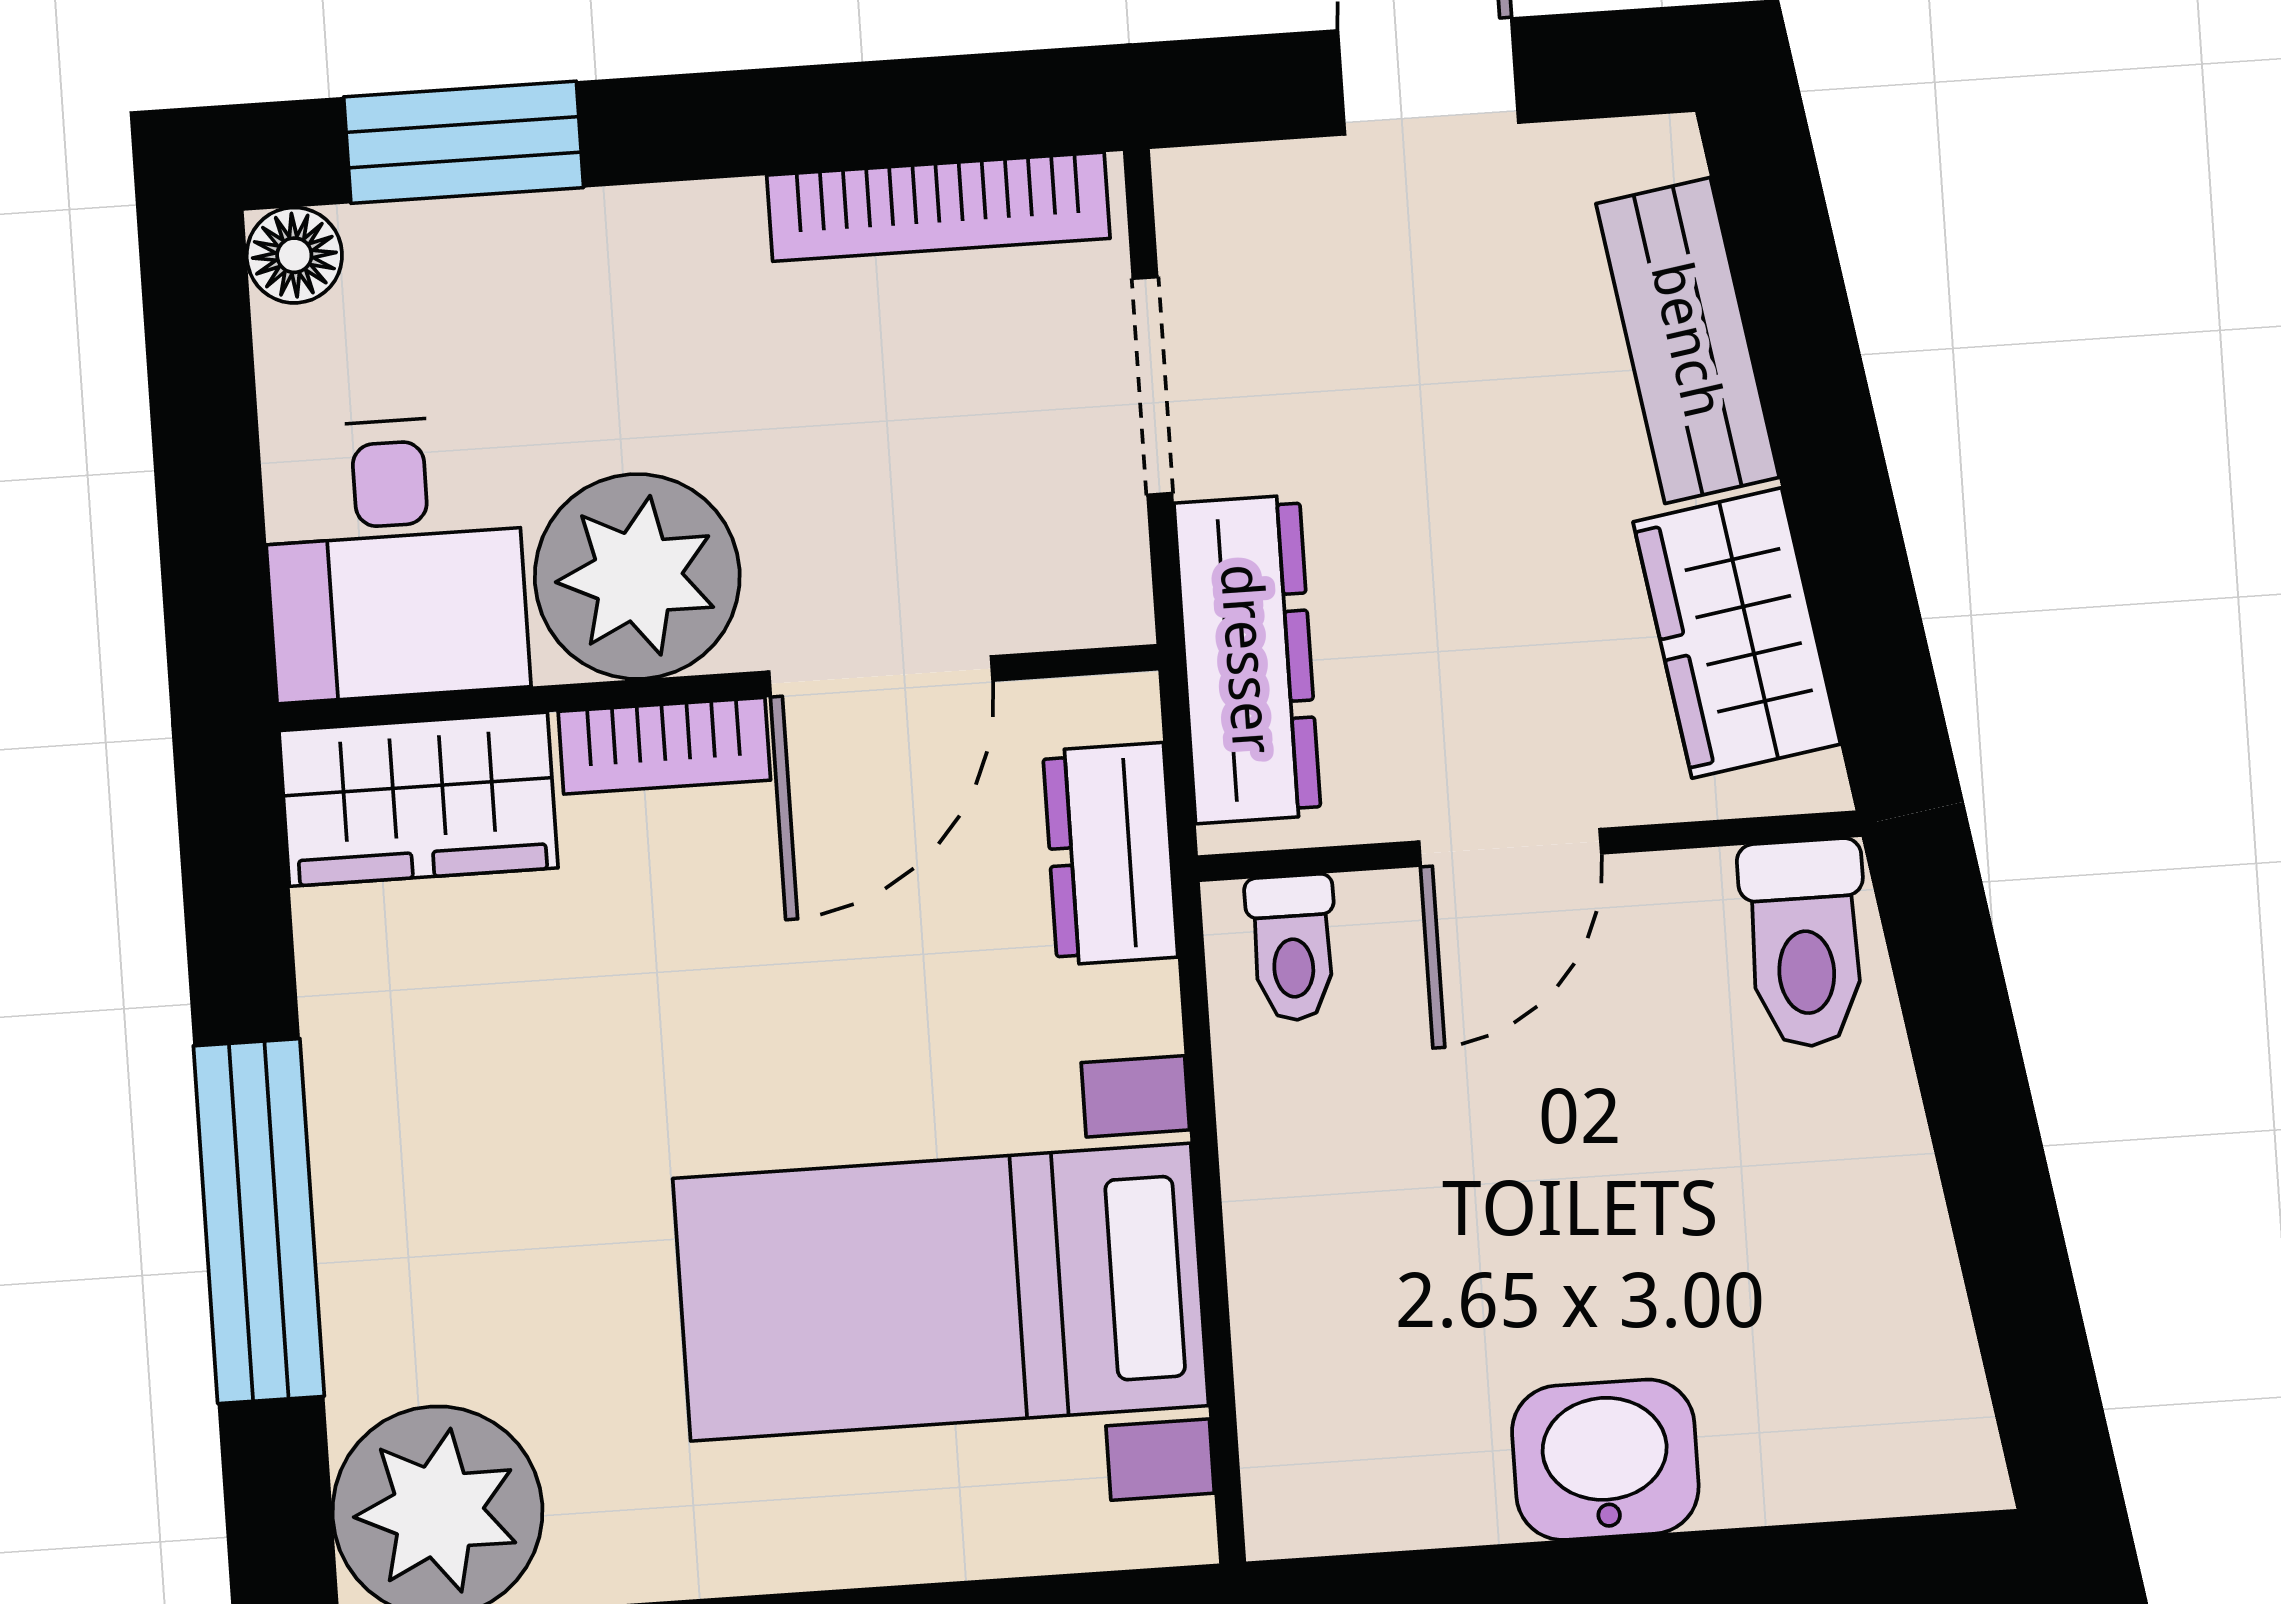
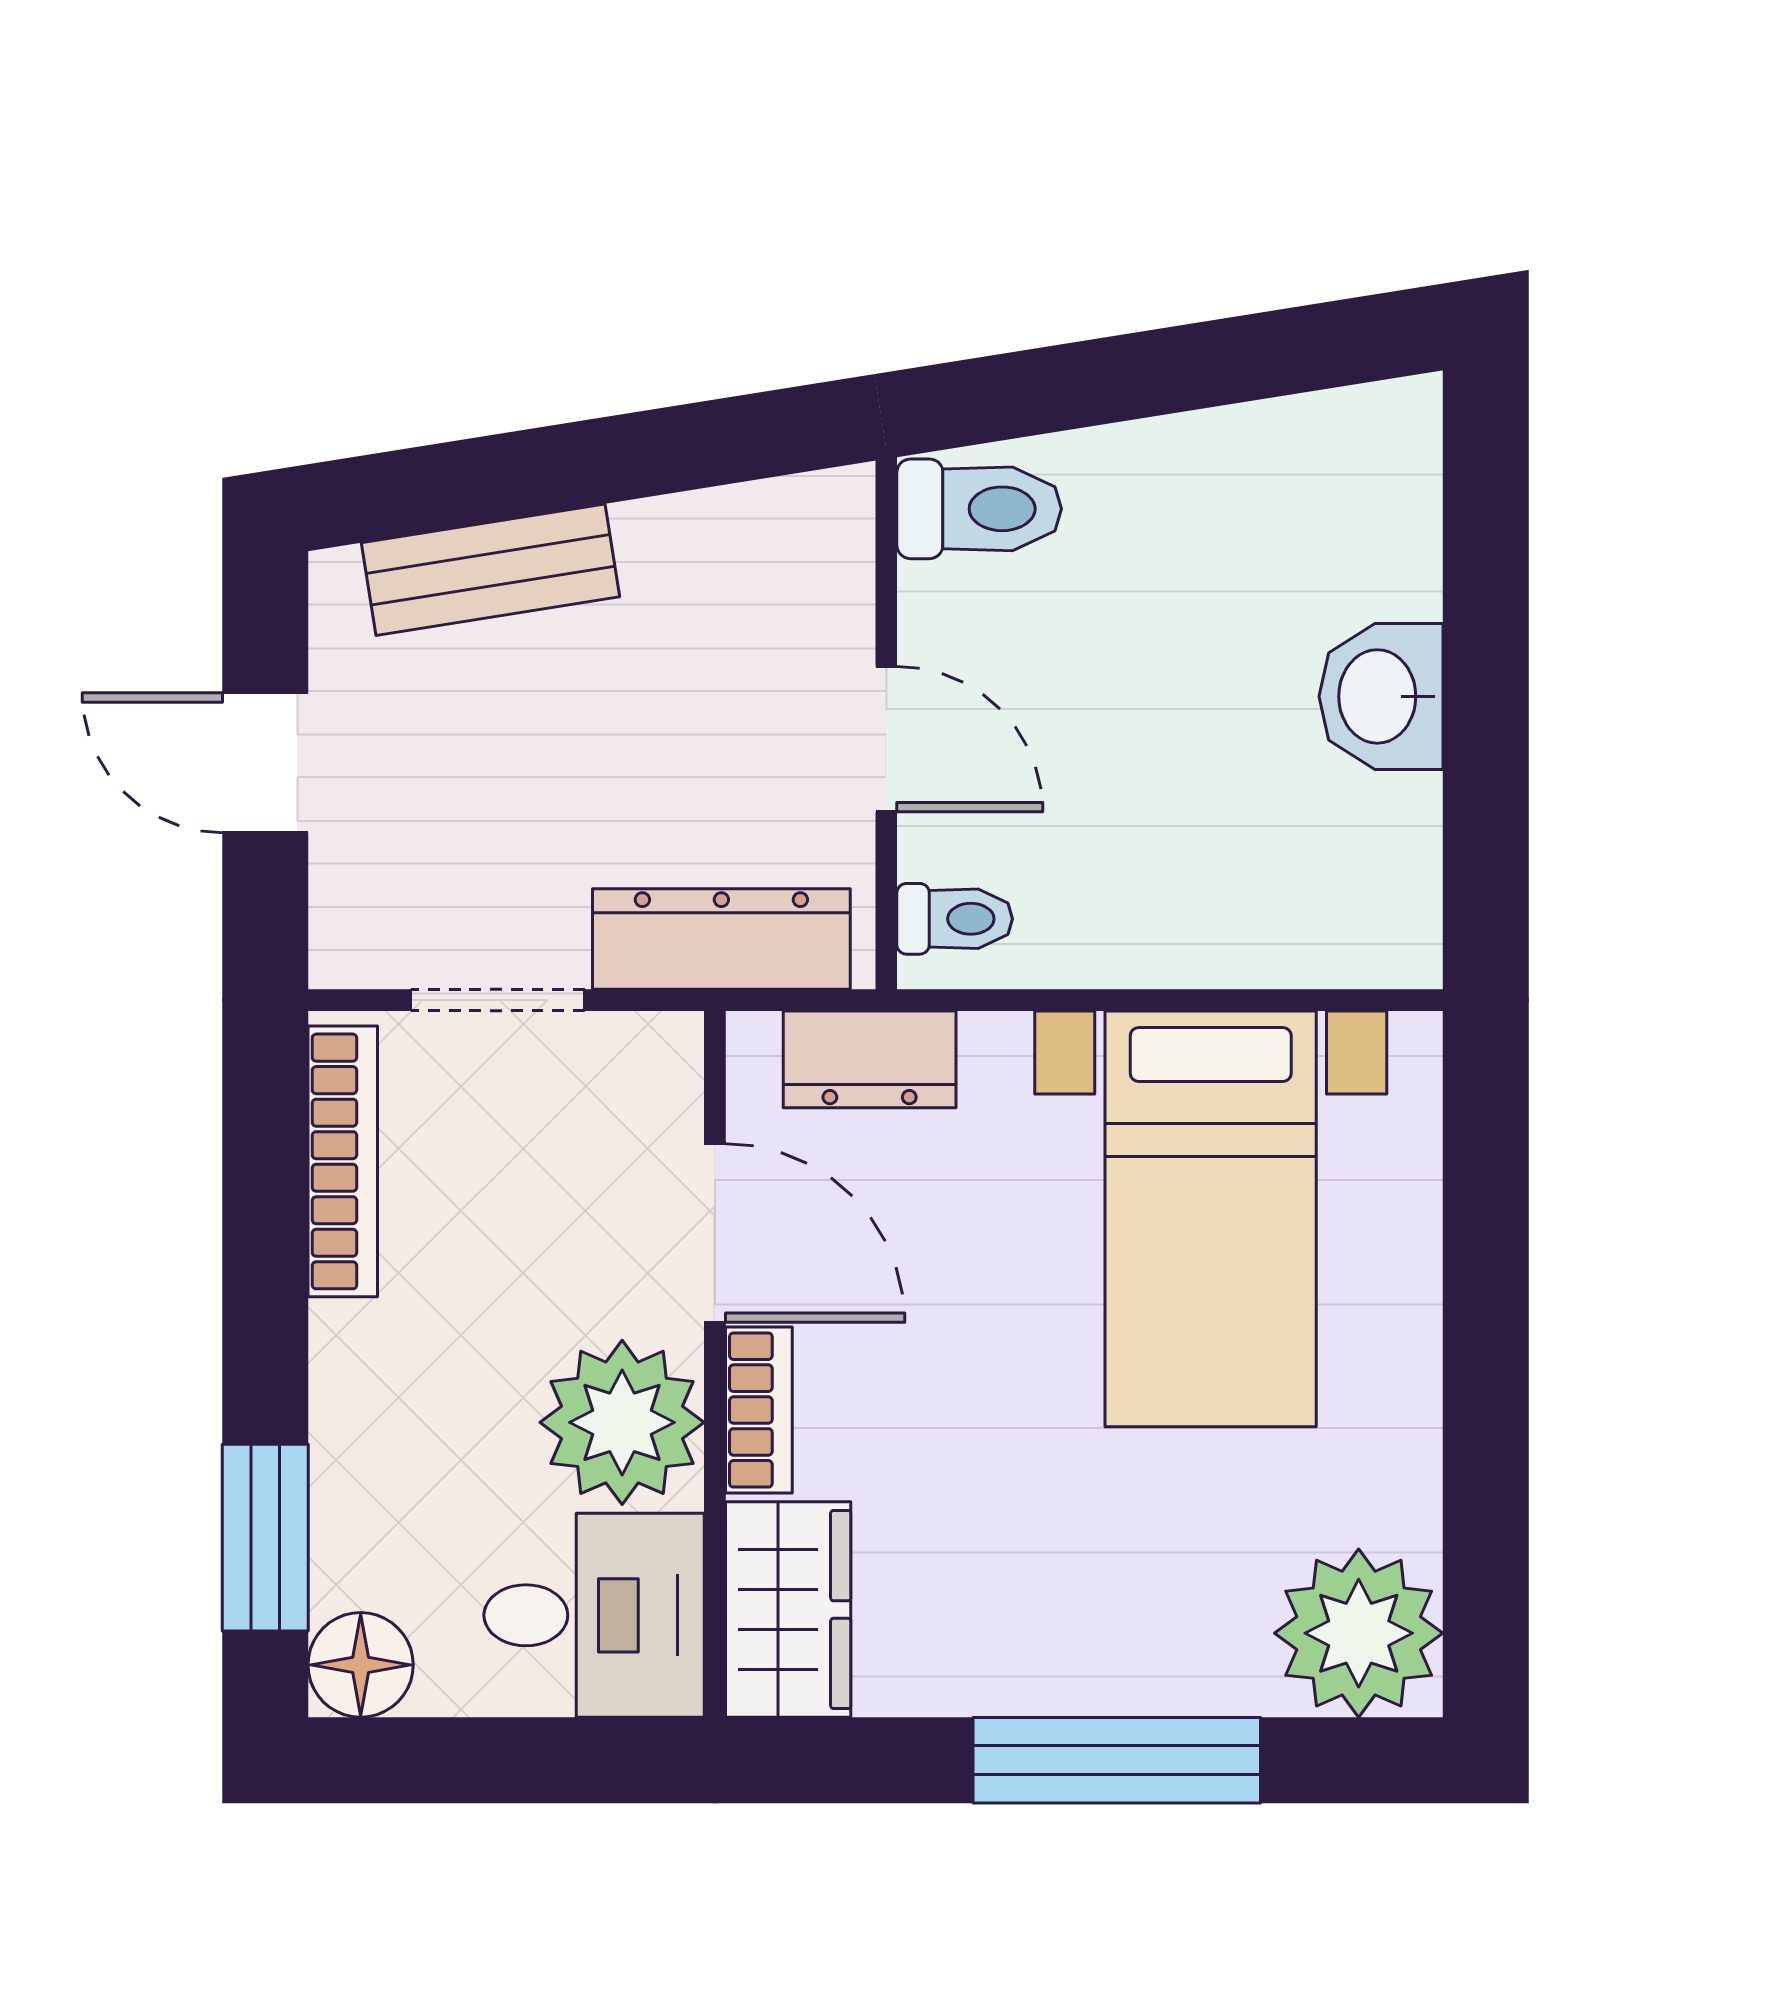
floor lamp: (294, 255) -> (361, 1665), width x1.37, depth x1.37
wardrobe: (1737, 633) -> (727, 546), removed

